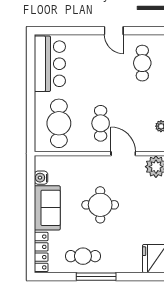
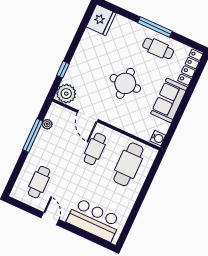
bar counter: (50, 64) -> (94, 220), moved, turned 90
water cooler: (41, 178) -> (158, 138), moved

